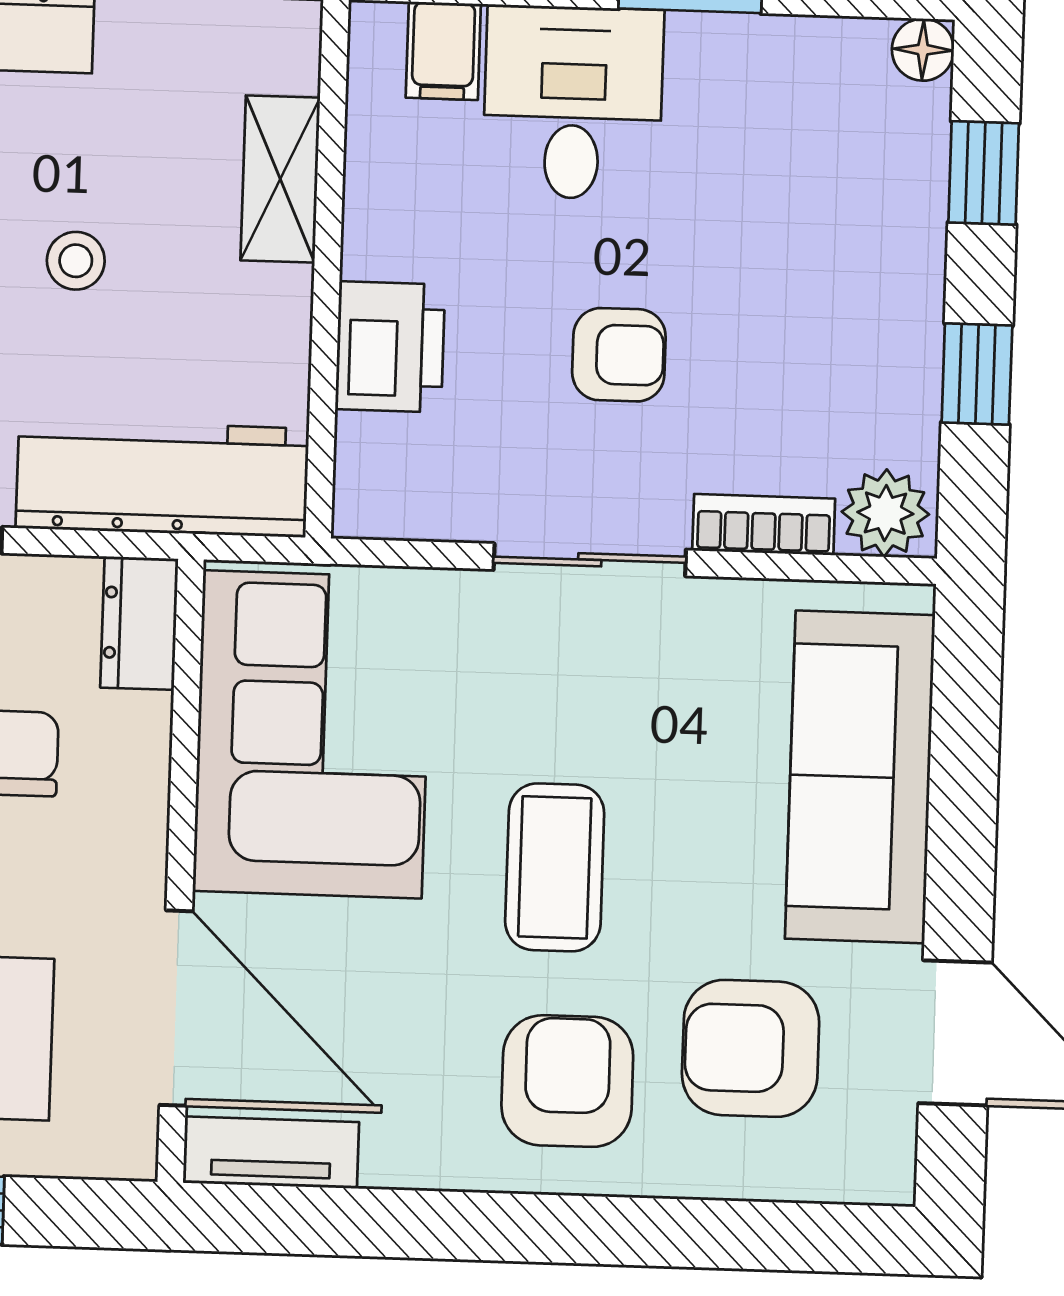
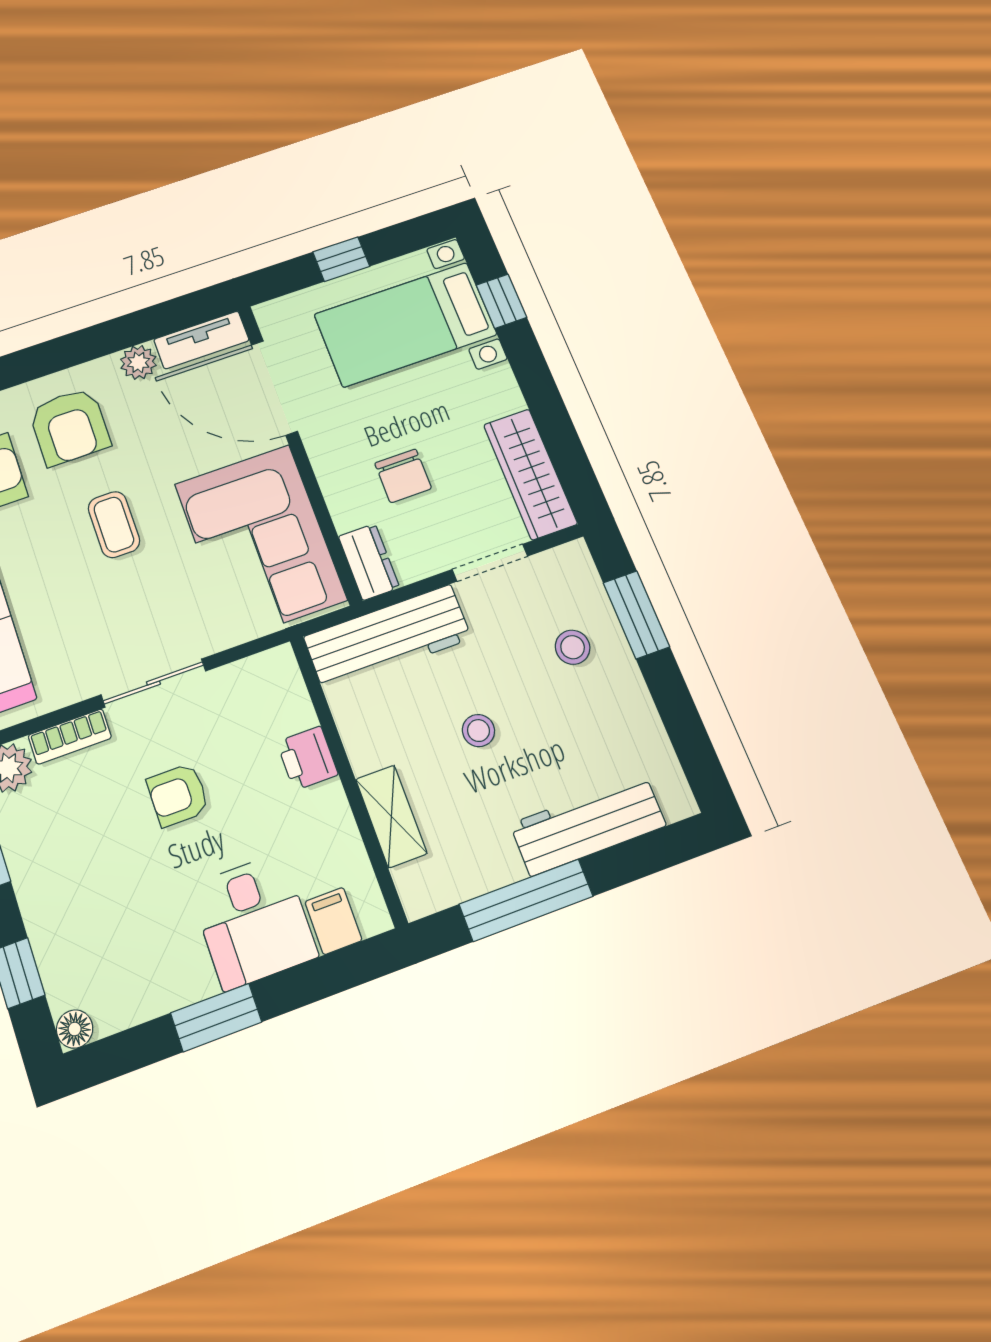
printer: (390, 347) -> (307, 758), width x0.73, depth x0.81
coffee table: (555, 867) -> (114, 525), width x0.73, depth x0.77
plant: (400, 1154) -> (138, 362), added

